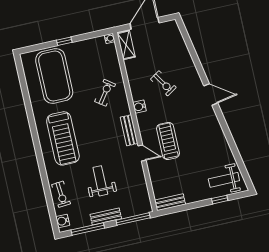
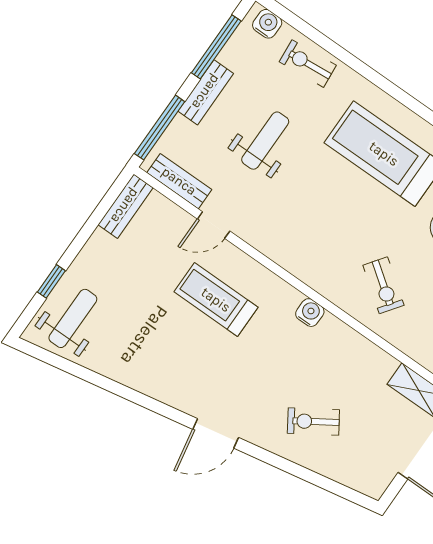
exercise bike: (163, 83) -> (313, 422), moved
bench: (129, 130) -> (179, 181), moved
treadmill: (168, 141) -> (216, 300), turned 180
door: (142, 153) -> (214, 225), moved
weight bench: (100, 181) -> (265, 141), turned -90

